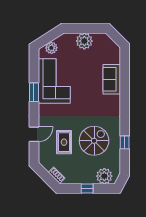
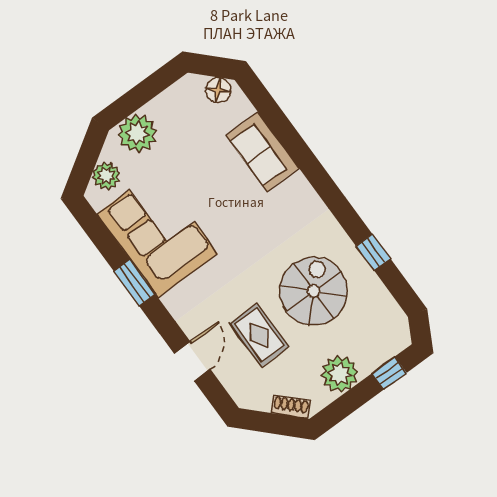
plant: (84, 41) -> (137, 133), moved
floor lamp: (112, 47) -> (218, 90), added
plant: (104, 176) -> (340, 374), moved
window: (87, 188) -> (389, 373), moved

